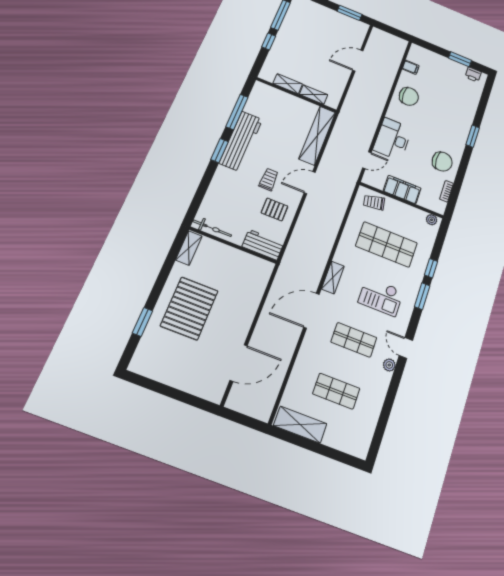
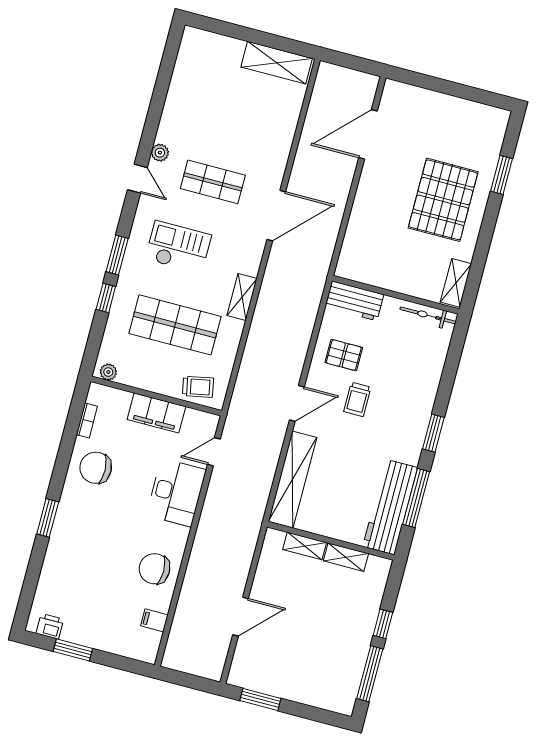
workbench: (241, 141) -> (390, 507), moved
shelving: (333, 277) -> (242, 297), moved
shop shelf: (336, 391) -> (232, 110), removed

